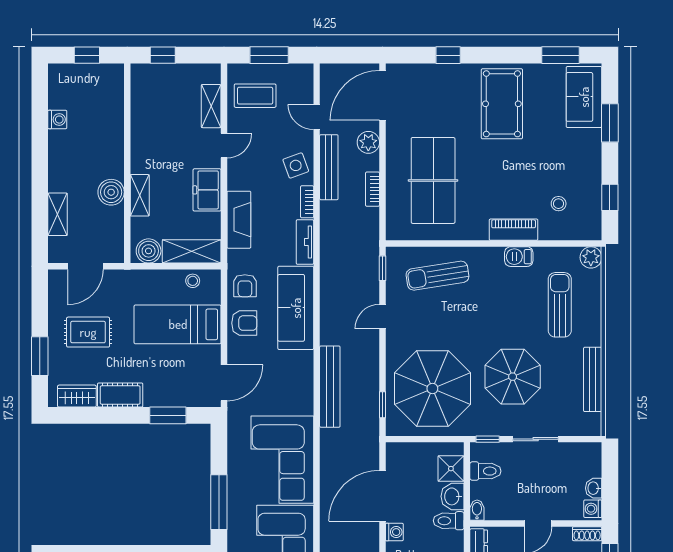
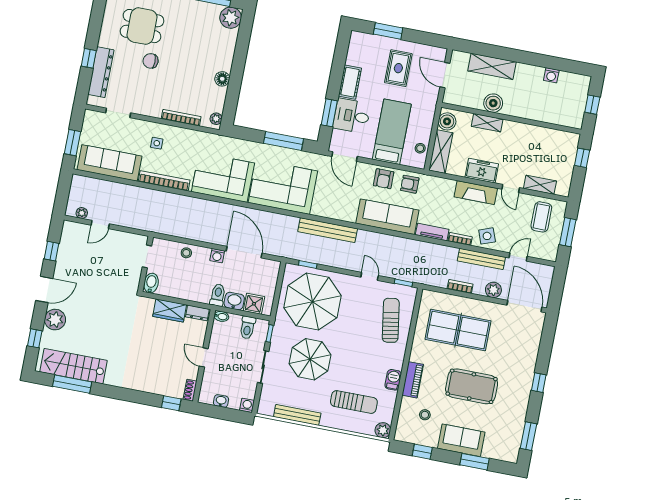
window: (448, 55) -> (539, 383), moved
sofa: (584, 97) -> (461, 440), moved
pool table: (502, 104) -> (472, 386), moved
shelving: (58, 214) -> (492, 66), width x1.50, depth x1.33
fireplace: (239, 220) -> (476, 193), moved
desk: (166, 384) -> (352, 116), added
wardrobe: (77, 396) -> (355, 52), removed
window: (219, 502) -> (283, 141), moved
washing machine: (593, 509) -> (247, 405), moved

